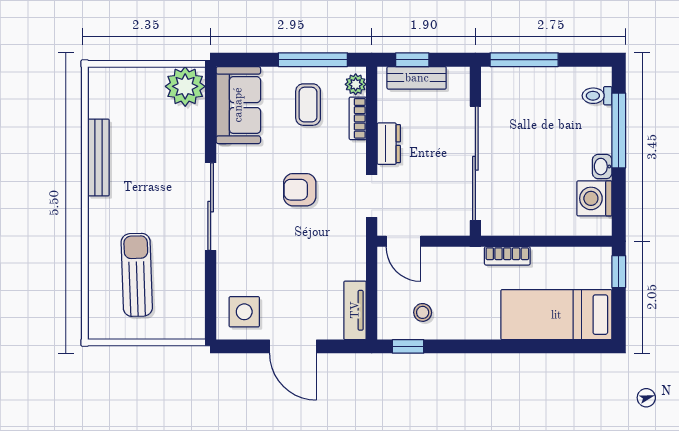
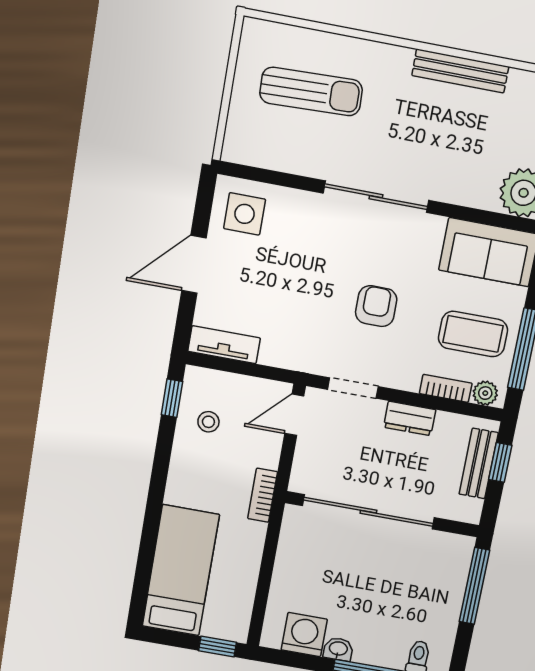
coffee table: (308, 105) -> (473, 334), width x1.36, depth x1.30
bookcase: (507, 256) -> (263, 495), moved

